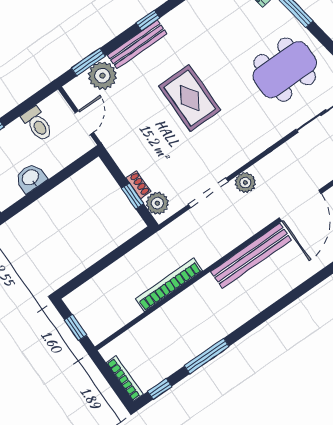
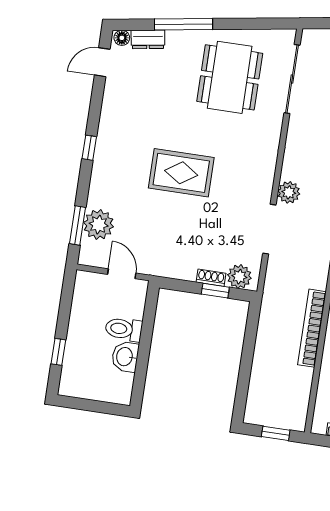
bench: (137, 44) -> (100, 174), removed
toilet: (37, 124) -> (124, 329), moved, turned 180

